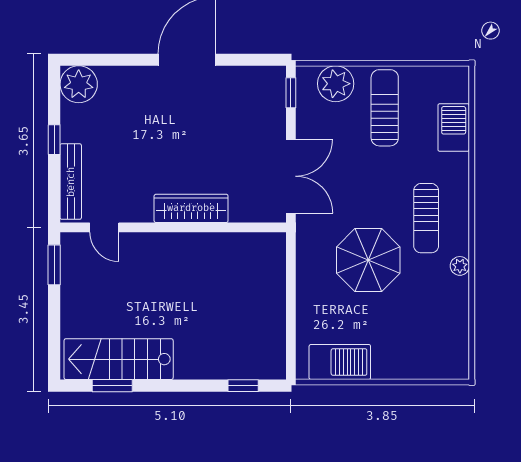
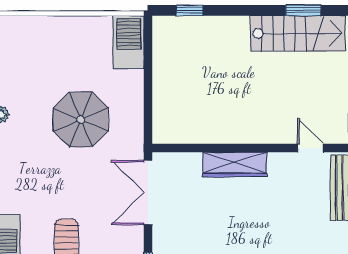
sun lounger: (426, 218) -> (30, 156), removed
barbecue: (340, 362) -> (129, 42), moved, turned 90

